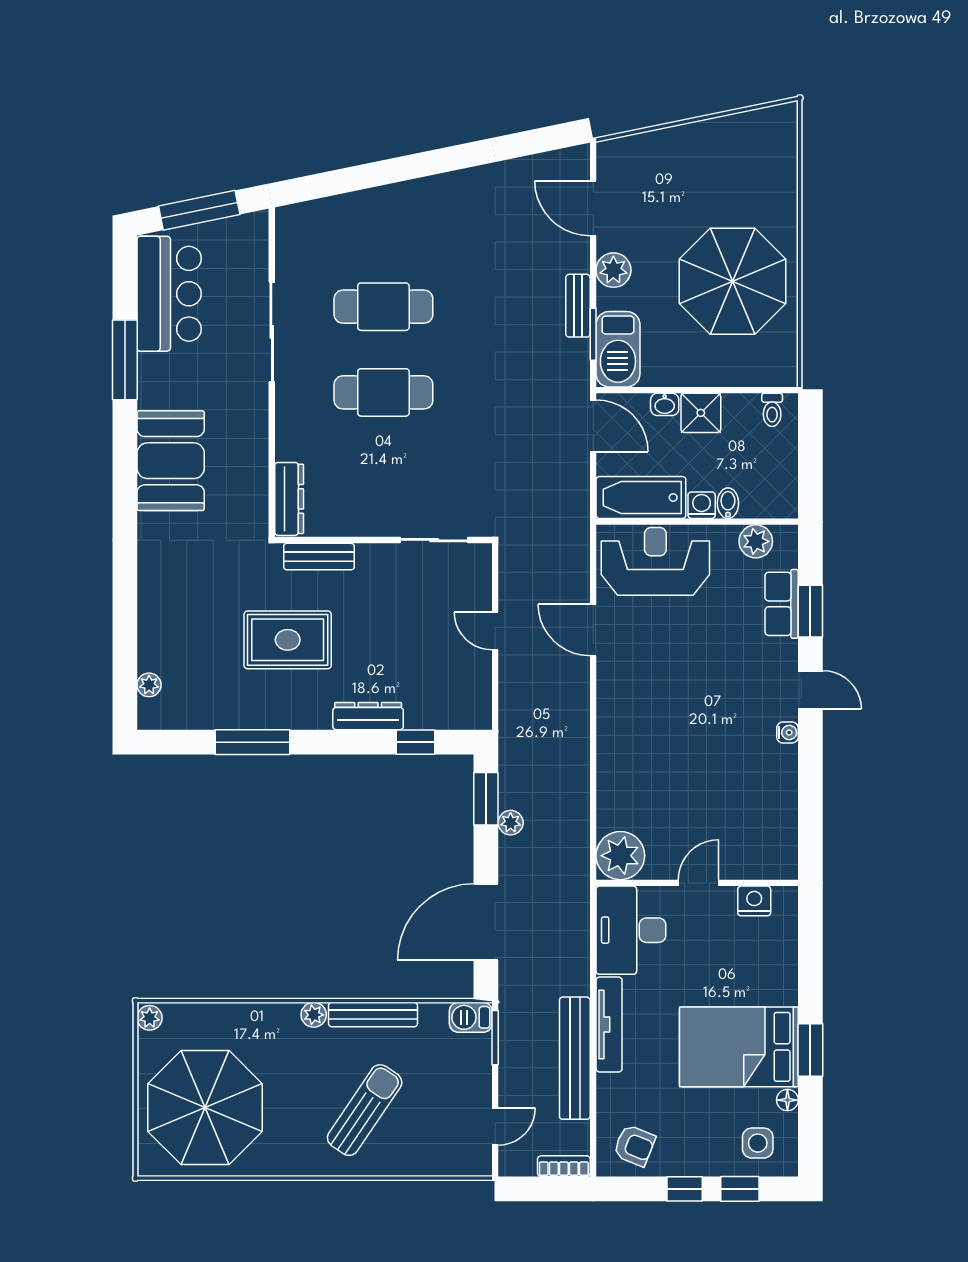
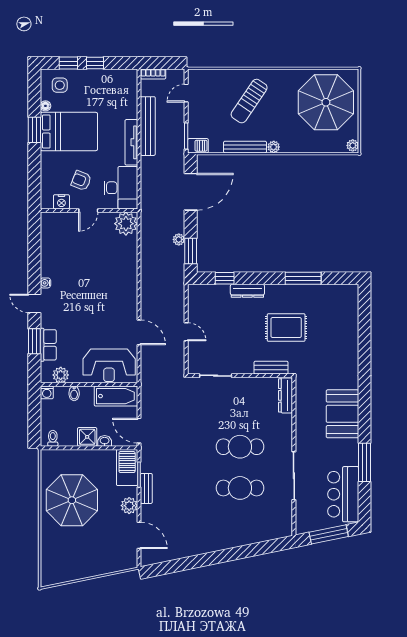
washing machine: (702, 505) -> (47, 392), moved
plant: (149, 685) -> (353, 306), removed
armchair: (634, 1146) -> (81, 181), moved

